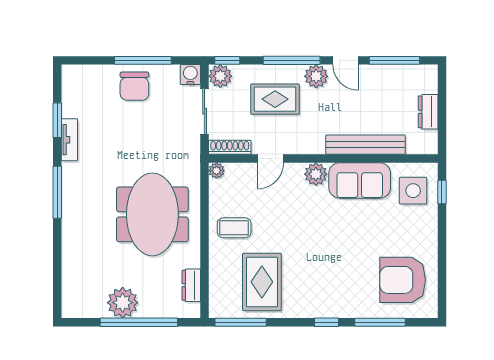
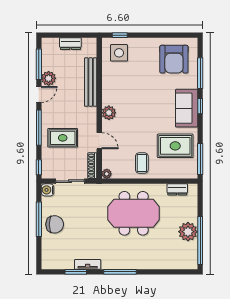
plant: (220, 76) -> (48, 172), removed
plant: (316, 76) -> (49, 78), moved
rug: (275, 99) -> (63, 138), turned 90
sofa: (360, 180) -> (187, 108), moved, turned 180
window: (139, 322) -> (200, 241), moved

